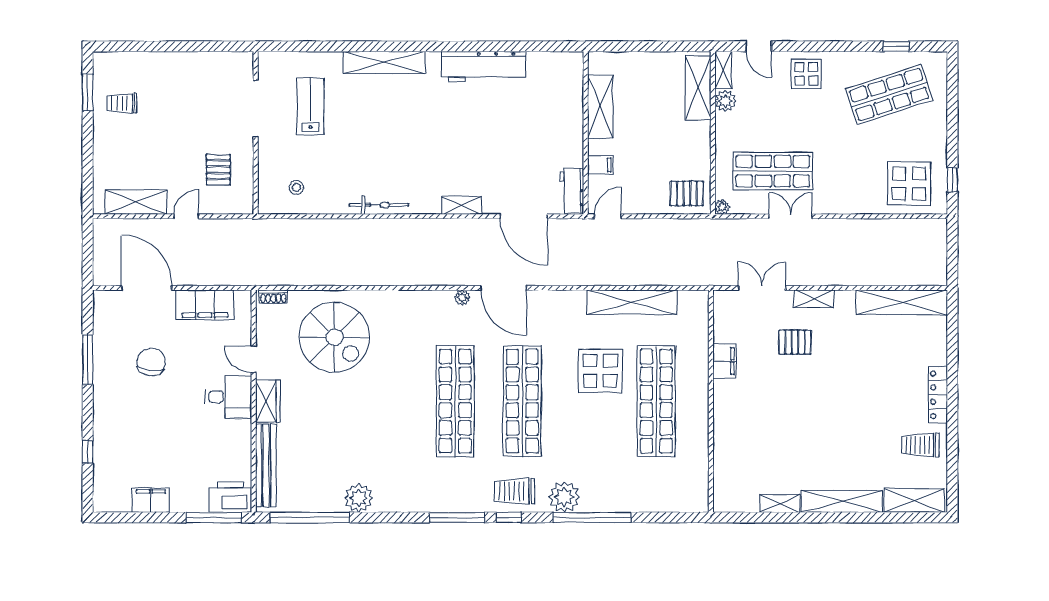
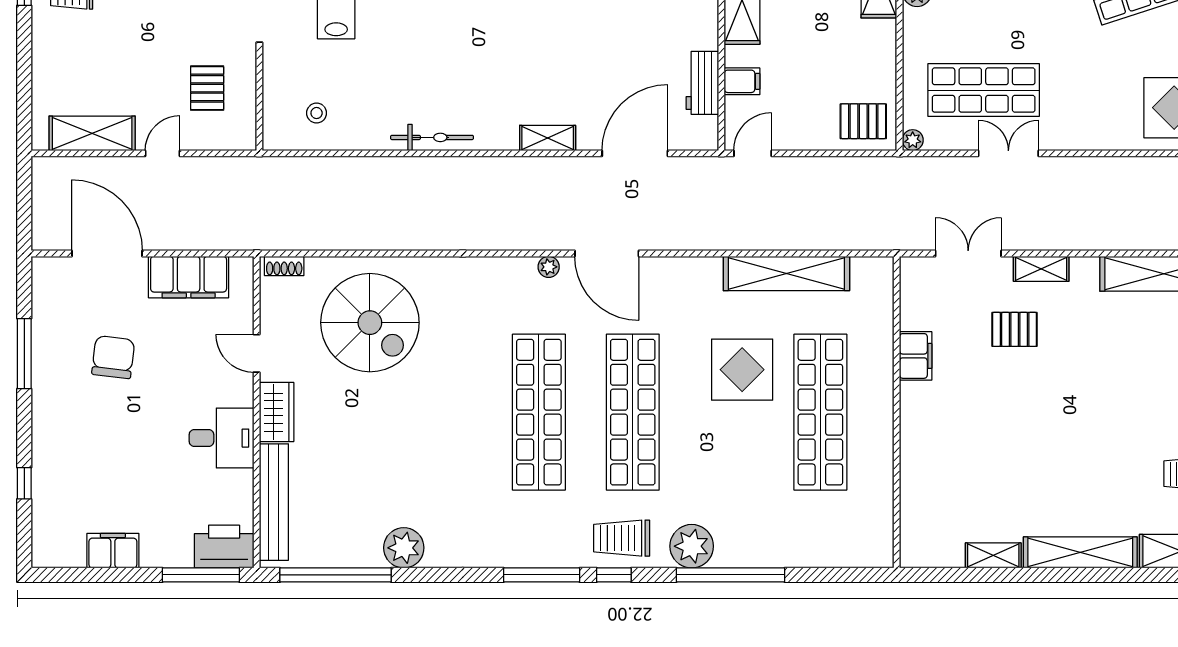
workbench: (572, 191) -> (702, 83), moved
door: (524, 216) -> (635, 153), swing flipped
desk: (229, 397) -> (222, 438), moved

